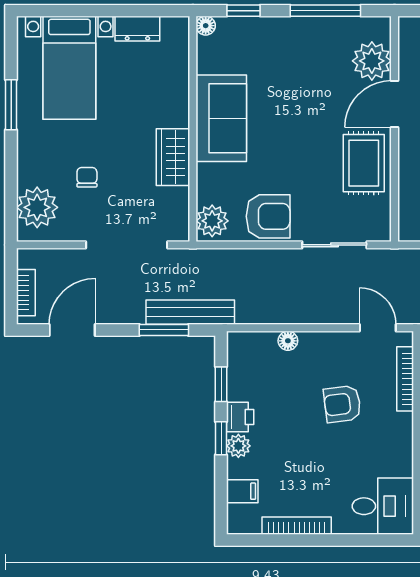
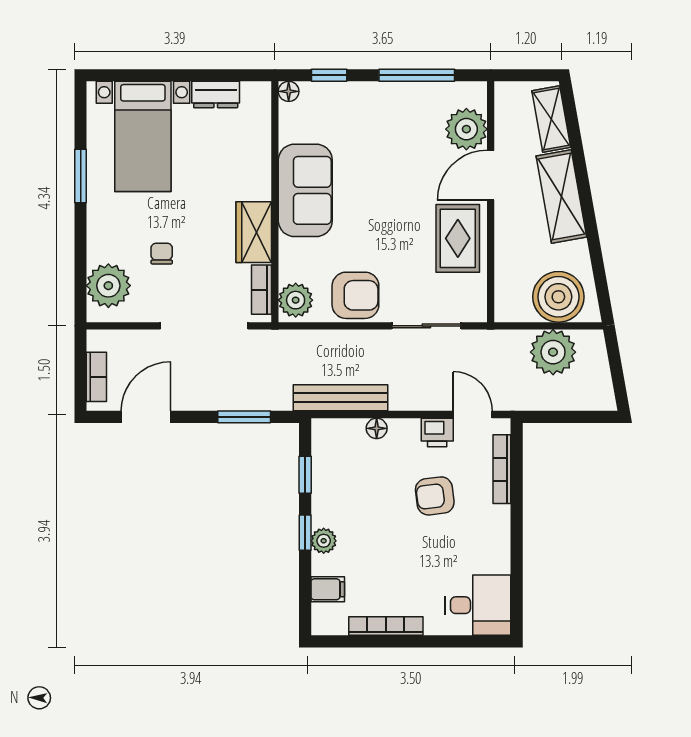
bookcase: (180, 211) -> (261, 290), added
bench: (190, 312) -> (340, 398), moved
printer: (240, 417) -> (437, 432), moved, turned 90

